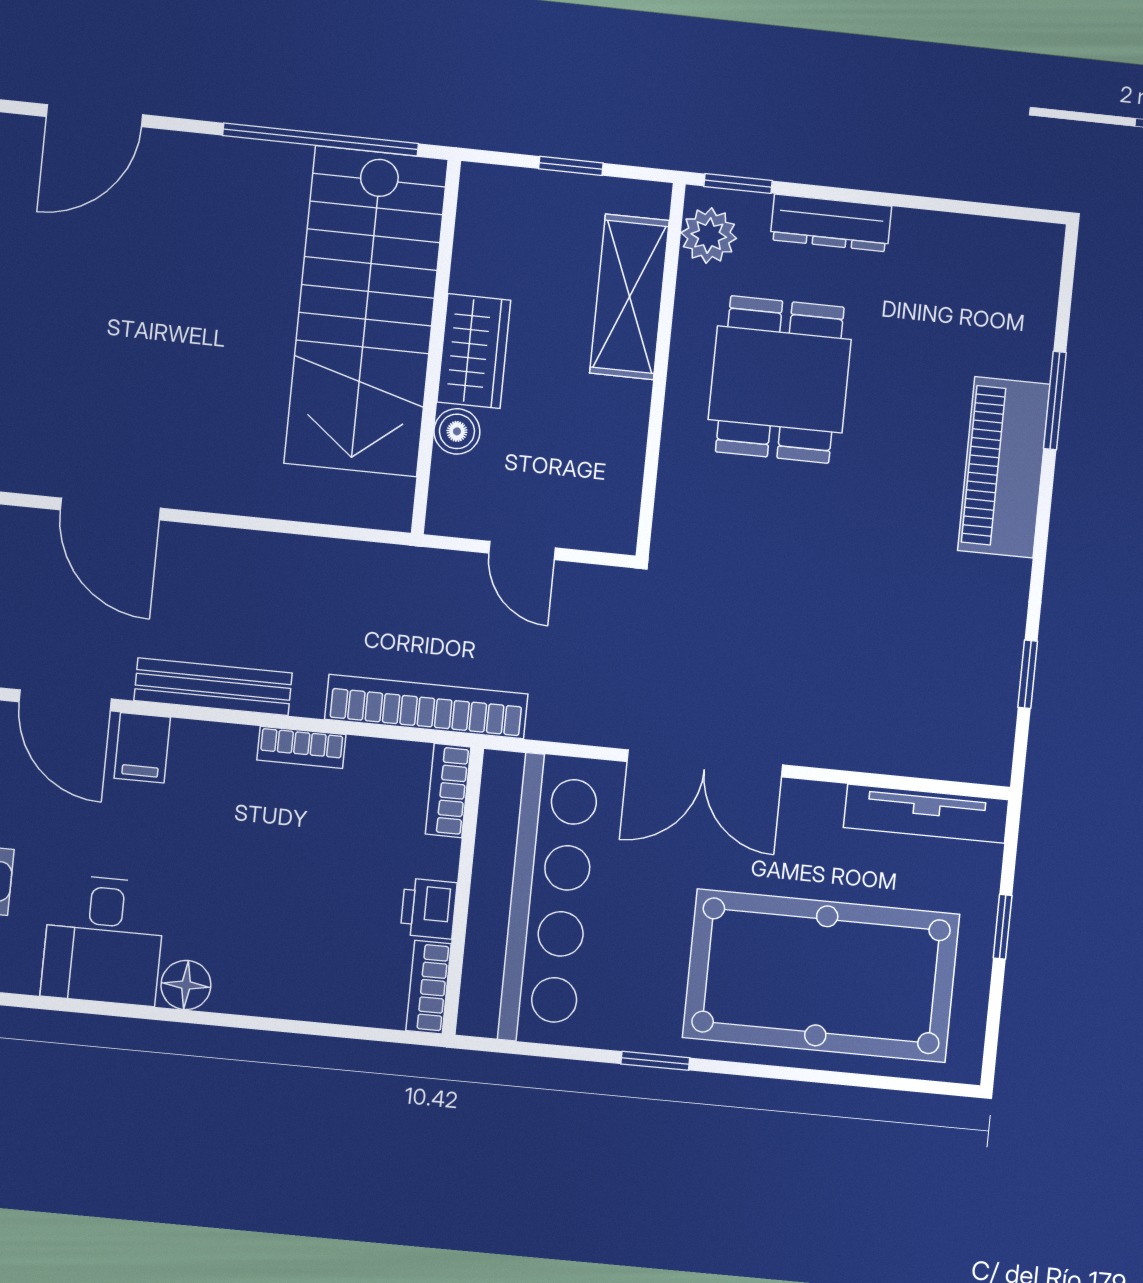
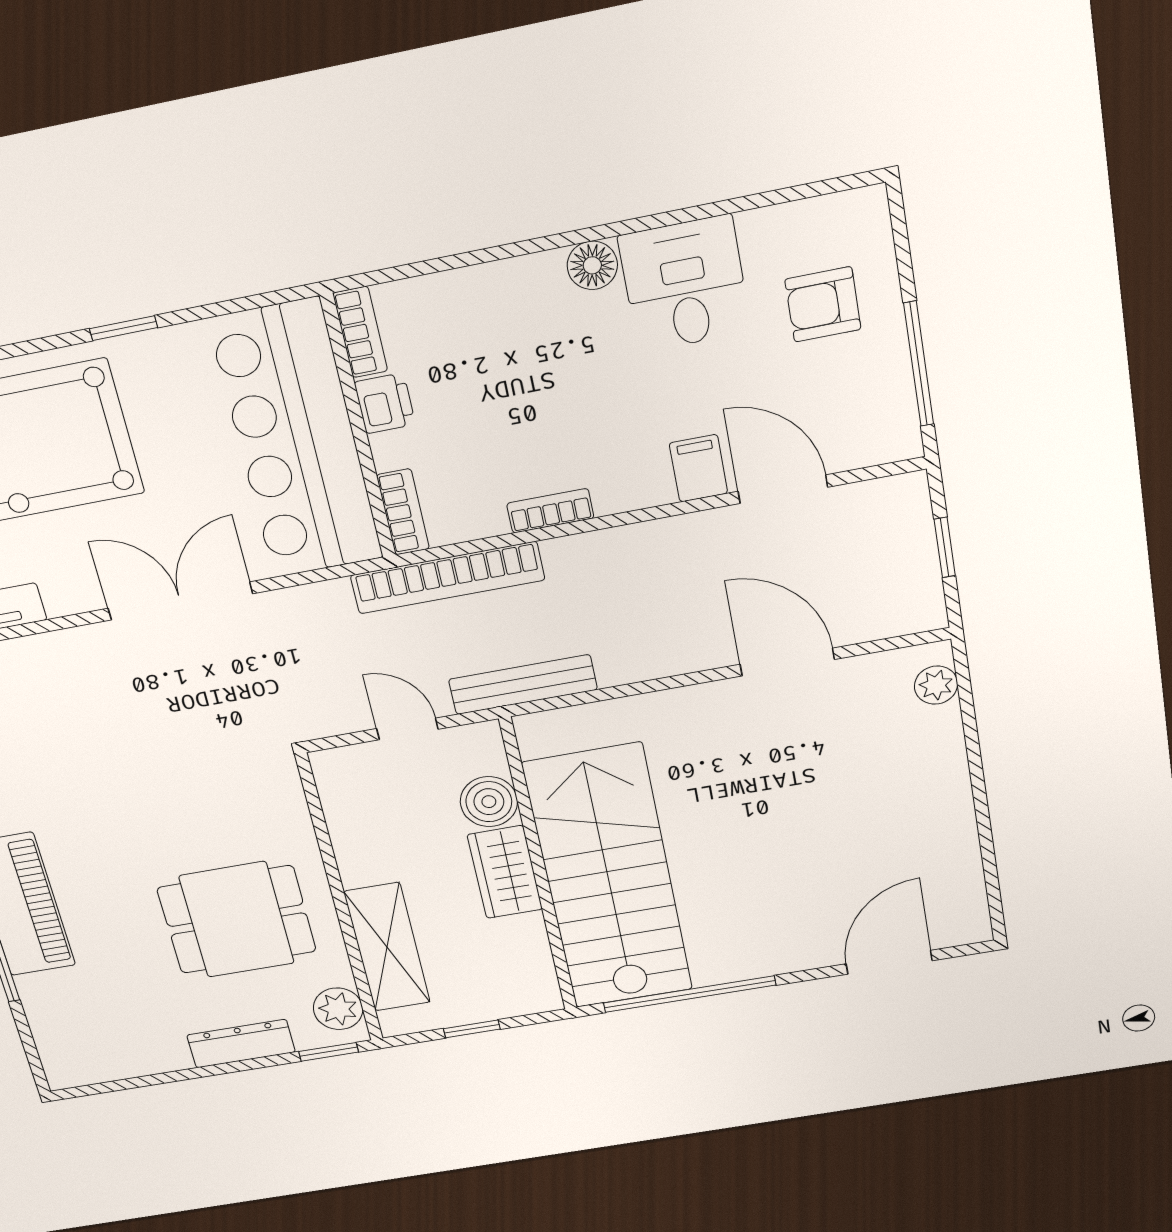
dining table: (780, 379) -> (237, 920), turned 90
boiler: (457, 431) -> (489, 802), width x1.36, depth x1.36
bench: (213, 687) -> (523, 685), moved

